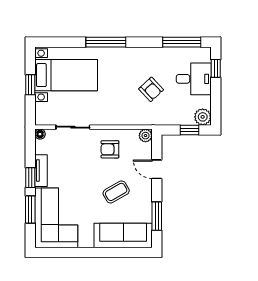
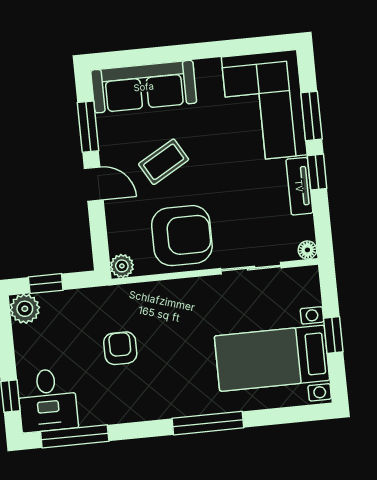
desk: (194, 79) -> (48, 400), moved, turned -90
armchair: (151, 89) -> (120, 348), turned 43
armchair: (110, 149) -> (182, 236), width x1.88, depth x1.88
door: (157, 169) -> (94, 184), moved

